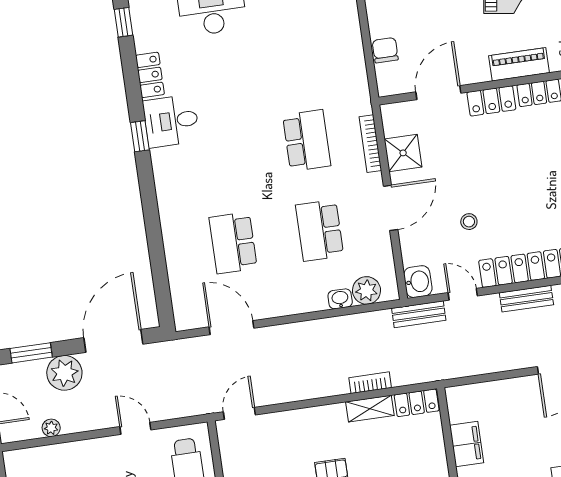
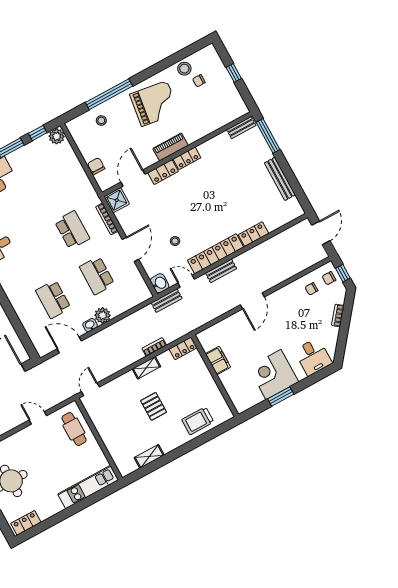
shower: (403, 153) -> (117, 200), moved
plant: (367, 290) -> (103, 315), moved
washbasin: (340, 299) -> (90, 325), moved
shelving: (370, 409) -> (146, 368), moved

